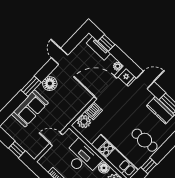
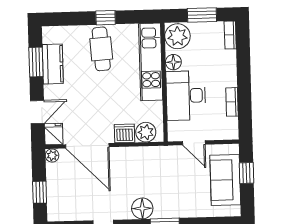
tv unit: (98, 48) -> (54, 195), removed
door: (145, 80) -> (37, 112), swing flipped
sofa: (30, 108) -> (225, 180), moved, turned -90
window: (149, 166) -> (106, 18), moved

